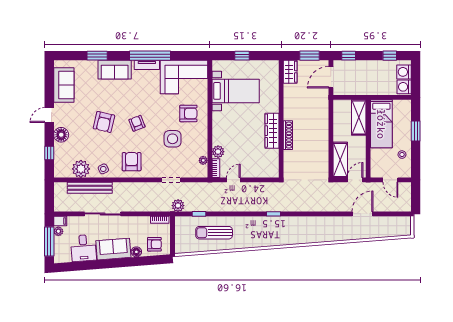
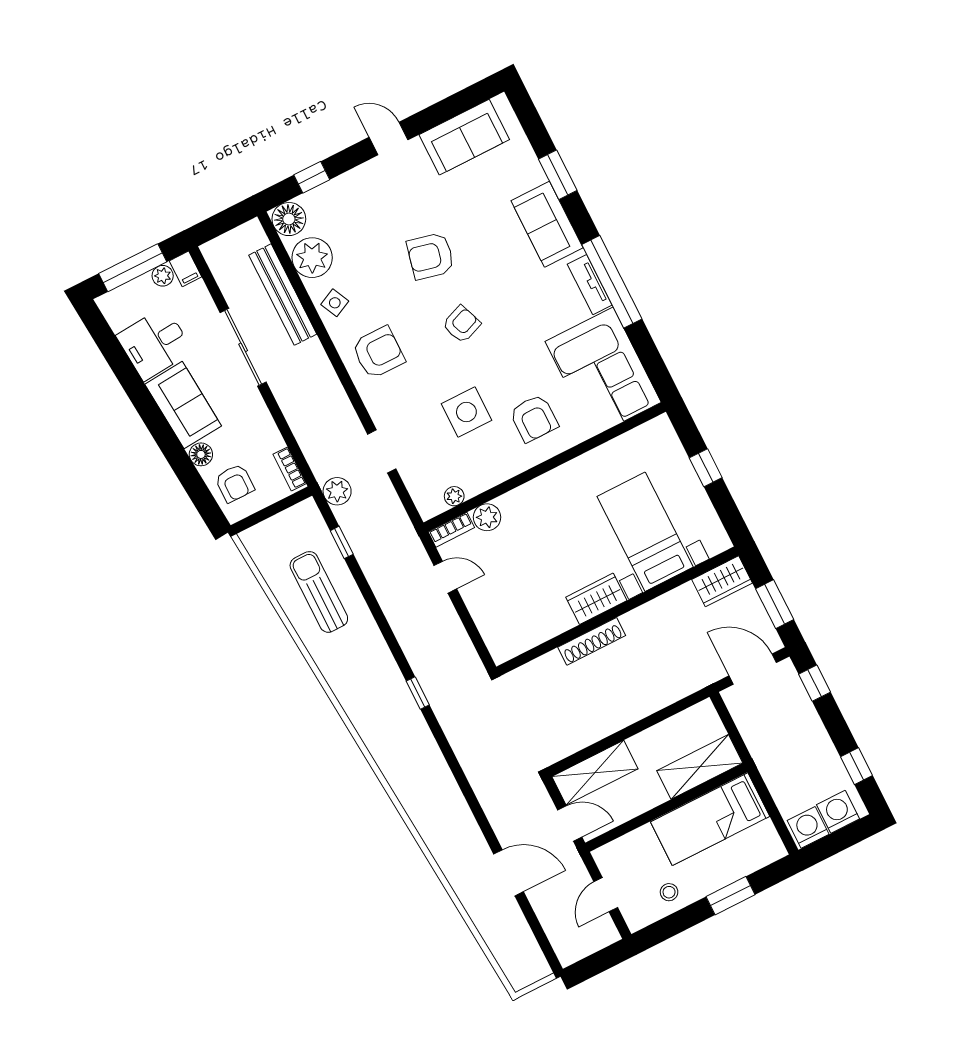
bed with nightstands: (236, 91) -> (645, 532), moved, turned 180
wardrobe: (272, 131) -> (596, 599), width x0.67
floor lamp: (61, 135) -> (289, 219), moved

